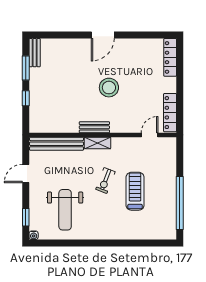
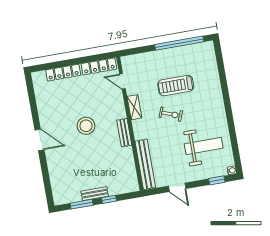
bench: (35, 53) -> (95, 194), moved
locker: (170, 57) -> (63, 73), moved
shelving: (98, 143) -> (134, 107), moved

